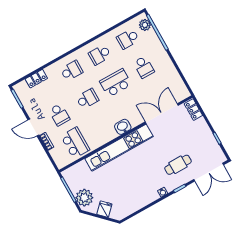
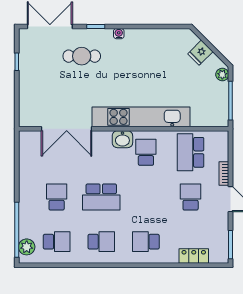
school desk: (87, 99) -> (146, 152), moved, turned 90
locker: (193, 110) -> (26, 112), removed
plant: (84, 198) -> (222, 75), width x0.53, depth x0.53

